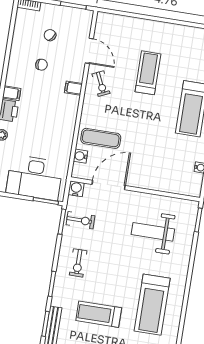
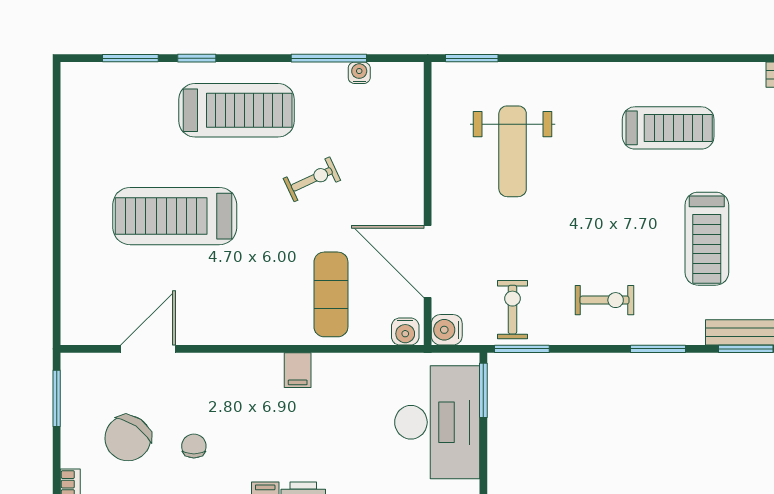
chair: (50, 35) -> (128, 438), width x1.87, depth x1.87
treadmill: (148, 73) -> (175, 216), width x1.37, depth x1.38
exercise bike: (101, 84) -> (312, 179), moved
filing cabinet: (73, 88) -> (298, 370), moved
water cooler: (81, 156) -> (405, 332), moved
treadmill: (152, 305) -> (668, 128), width x0.73, depth x0.73

